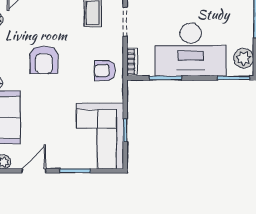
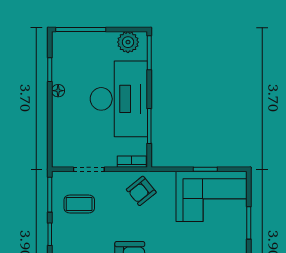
armchair: (105, 71) -> (141, 191), turned 51

